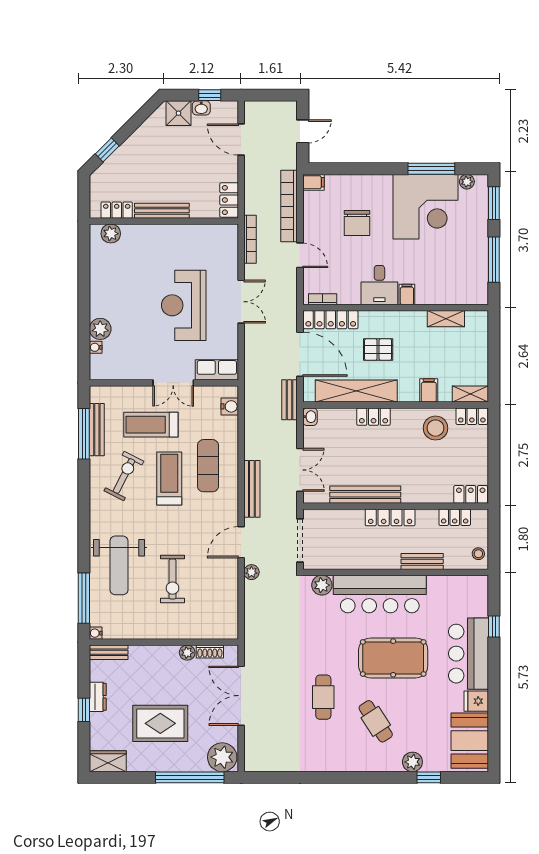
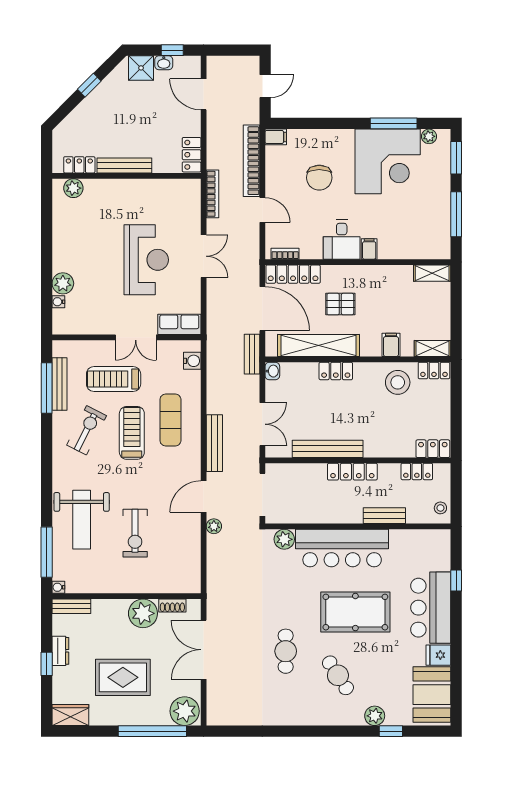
window: (107, 150) -> (89, 85), moved
reception desk: (184, 305) -> (146, 260), turned 180
shelving: (446, 319) -> (432, 273), moved
plant: (187, 653) -> (143, 613), width x1.88, depth x1.88

